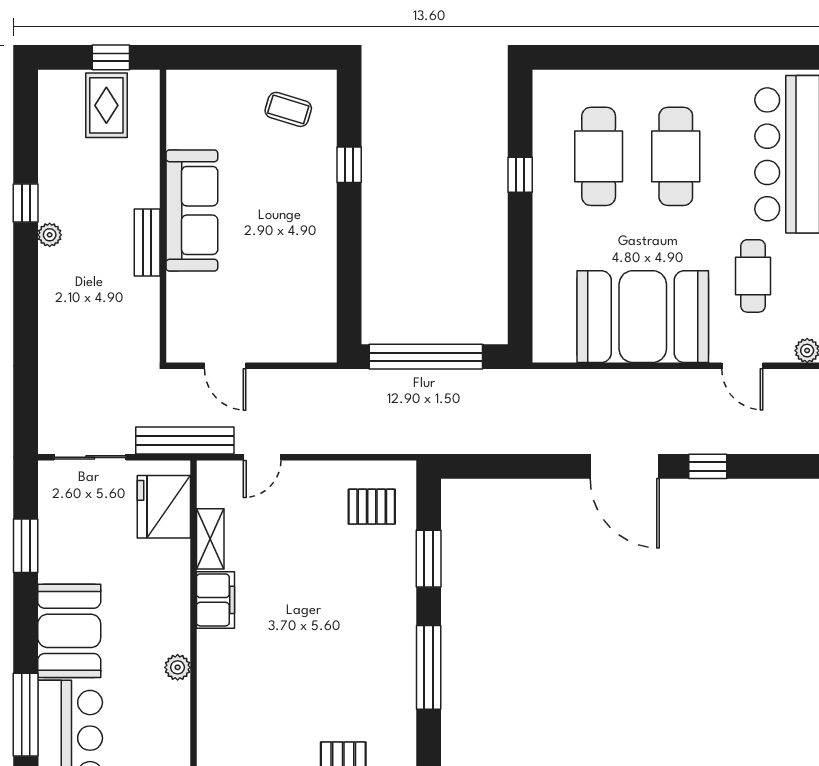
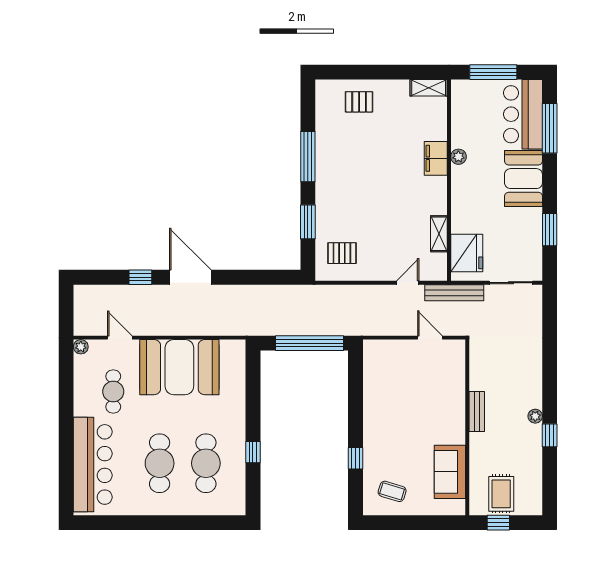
sofa: (192, 210) -> (450, 472), moved, width x0.73
filing cabinet: (215, 600) -> (436, 158), moved

